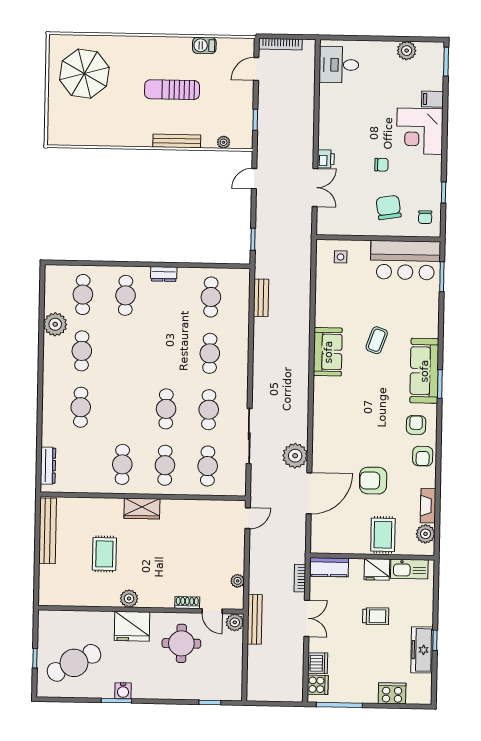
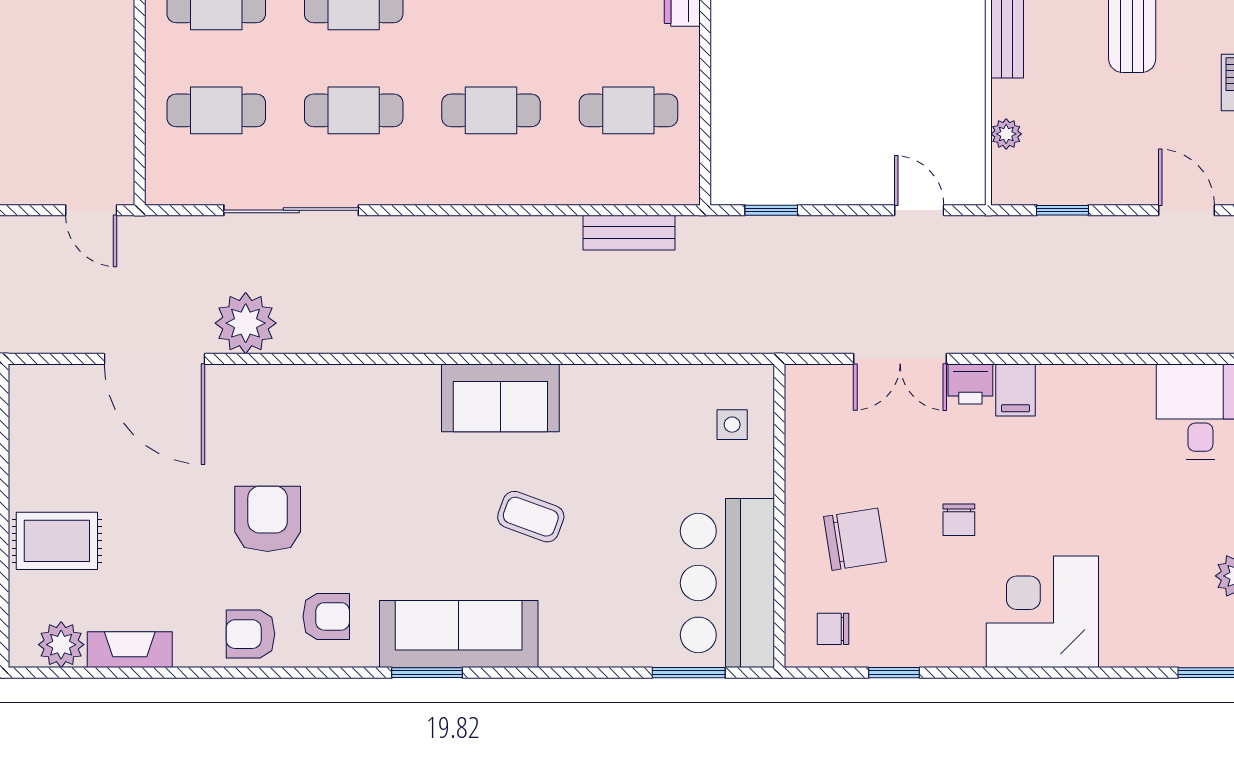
filing cabinet: (433, 99) -> (1015, 390), moved, turned 180
armchair: (373, 481) -> (268, 519), moved

